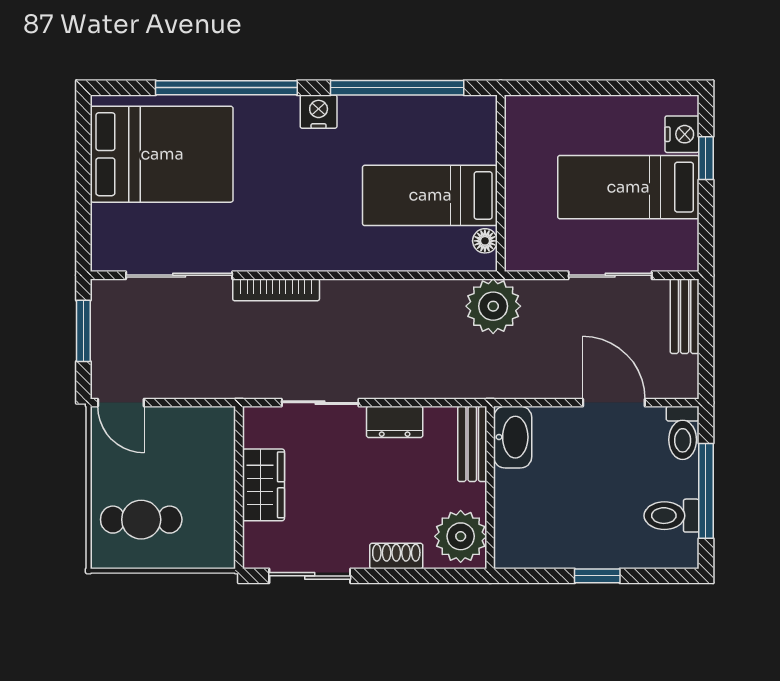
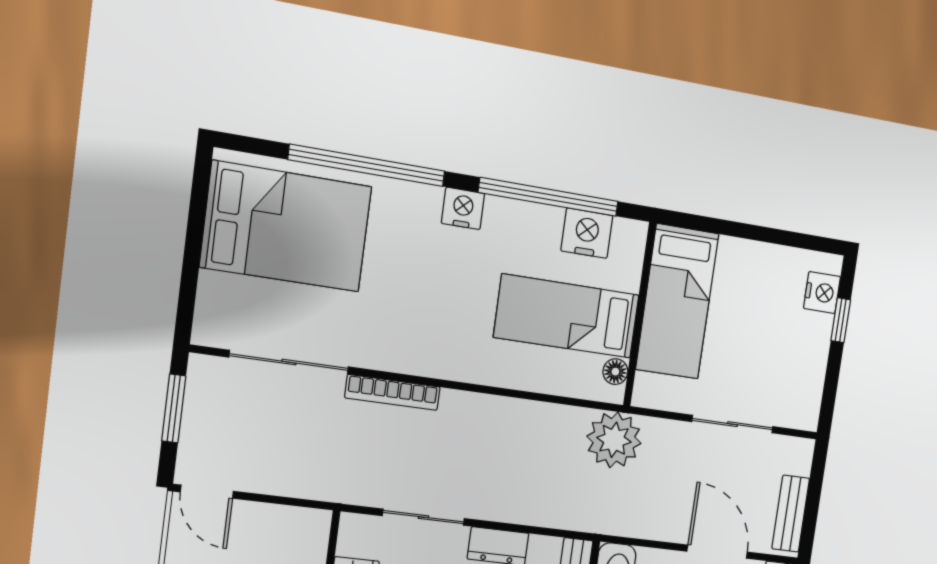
nightstand: (438, 115) -> (587, 233), added
bed: (628, 187) -> (677, 302), moved, turned -90
bench: (685, 316) -> (791, 514), moved

